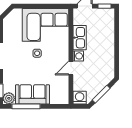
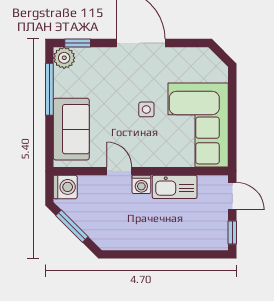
sofa: (33, 94) -> (71, 129), moved

